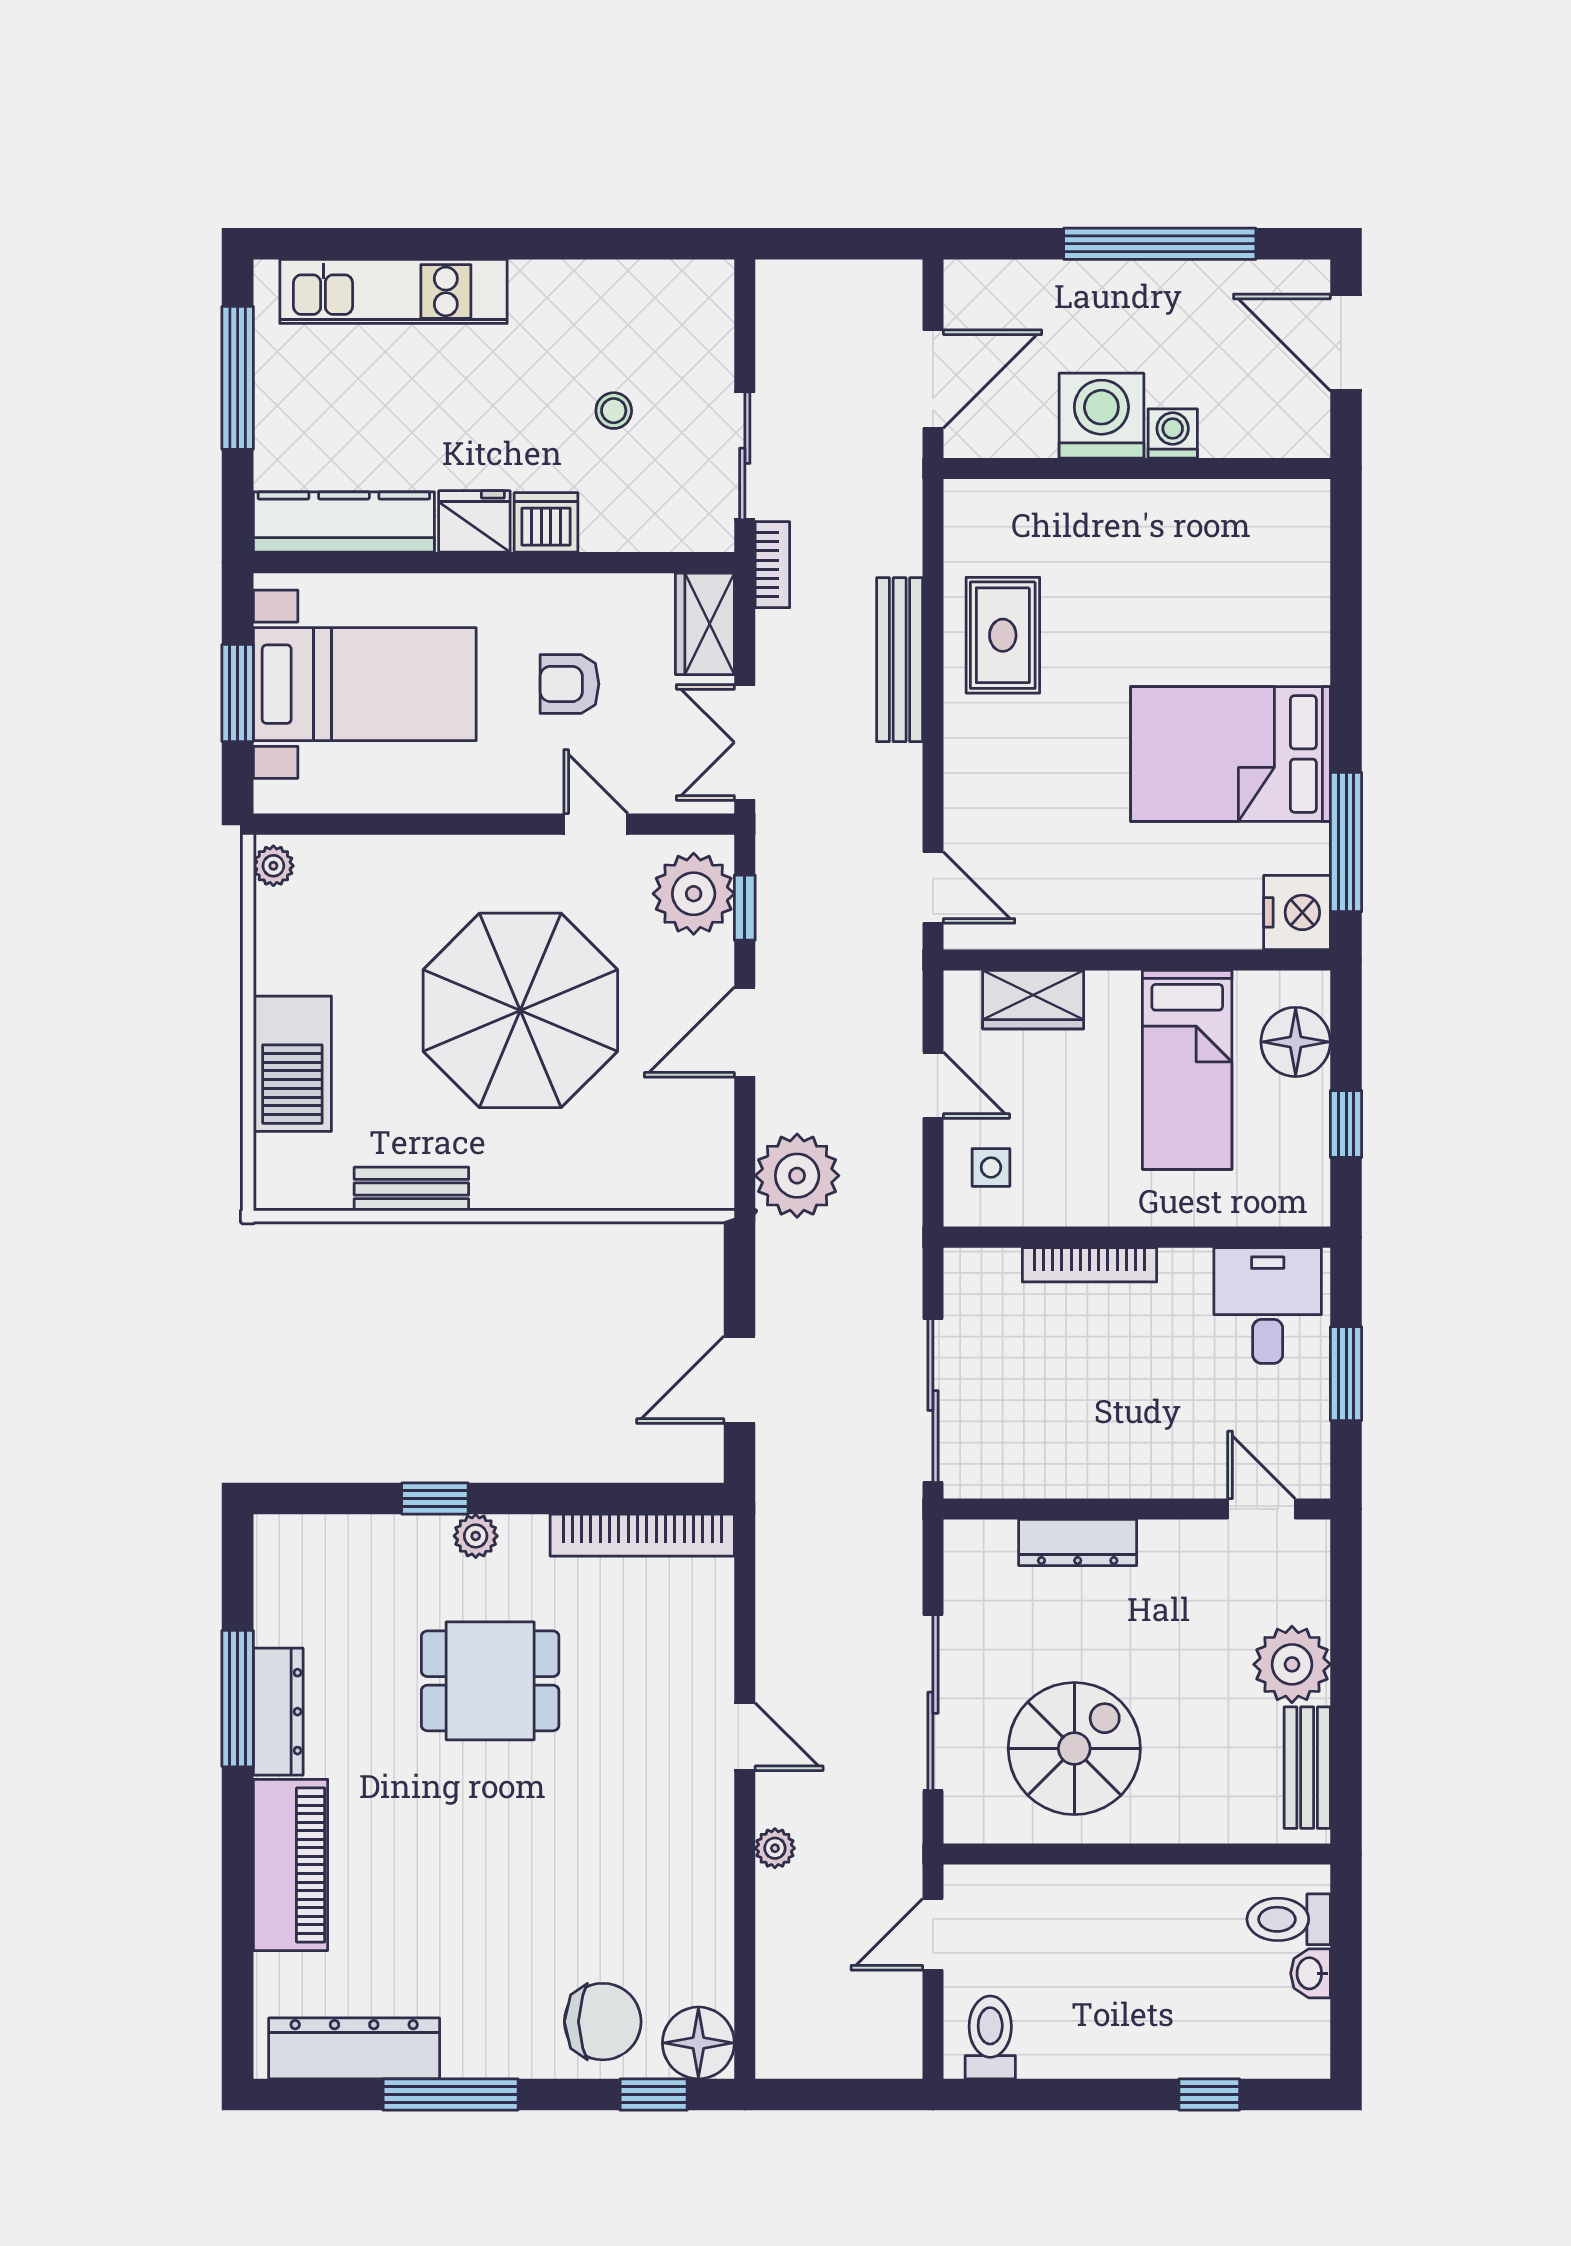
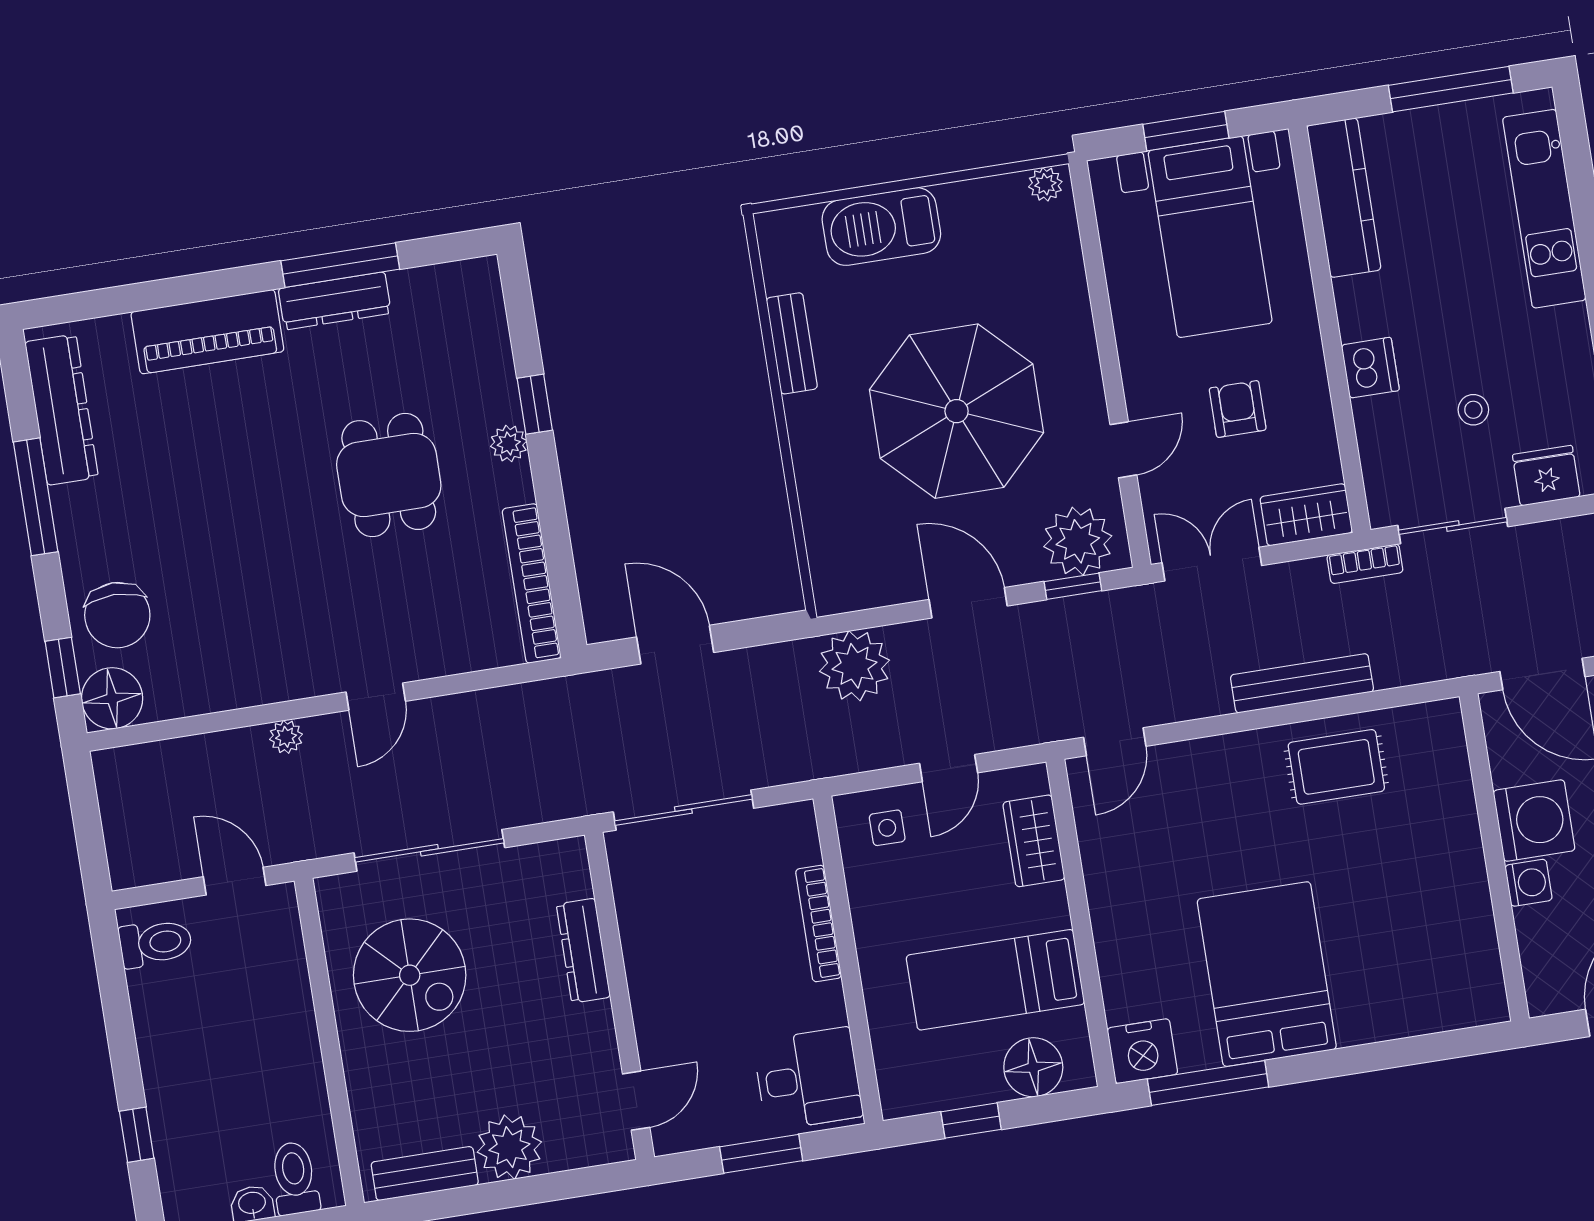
fridge: (474, 521) -> (1546, 476), moved, turned -90

